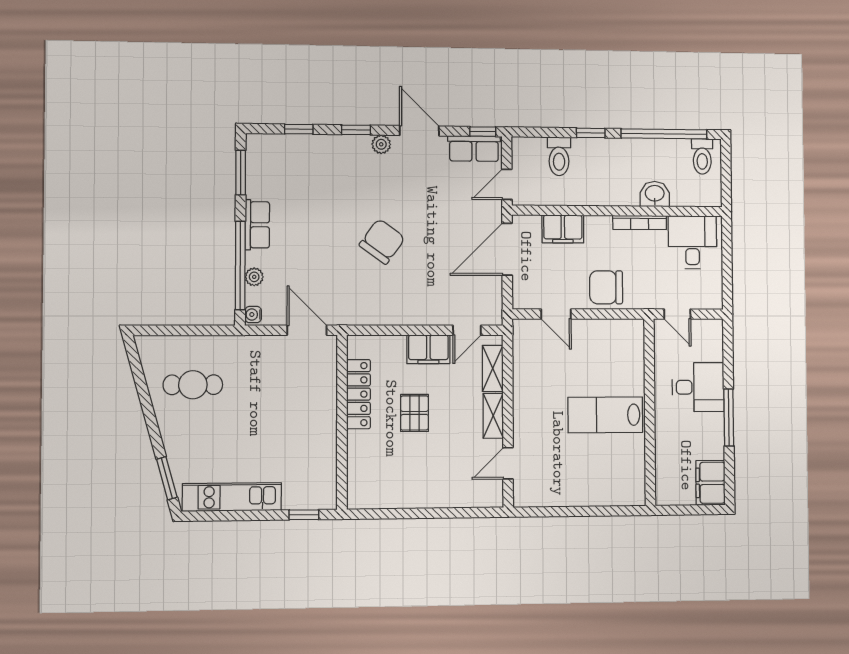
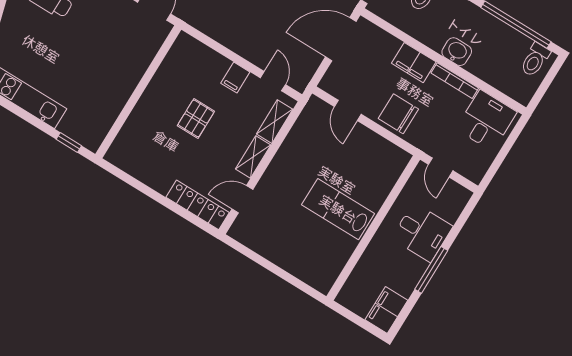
washbasin: (655, 194) -> (457, 52), moved
filing cabinet: (563, 229) -> (414, 63), moved
door: (467, 330) -> (273, 81), swing flipped
filing cabinet: (428, 349) -> (235, 78), width x0.50
locker: (358, 394) -> (198, 205), moved, turned -90

